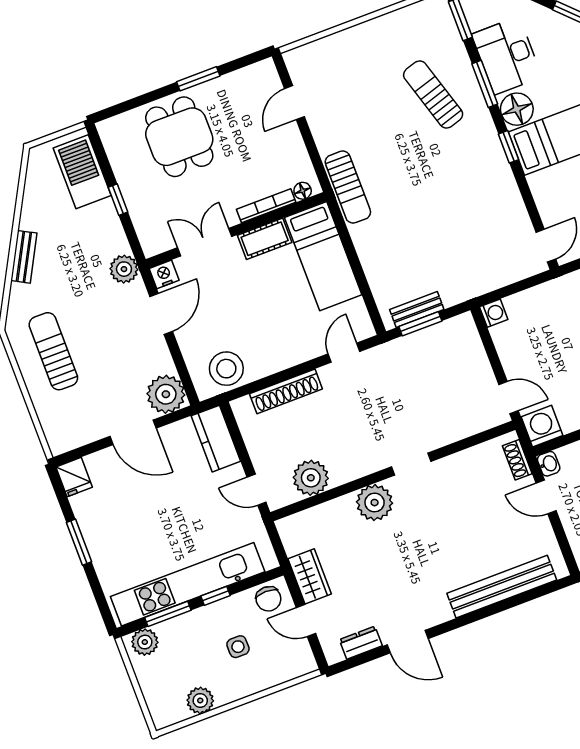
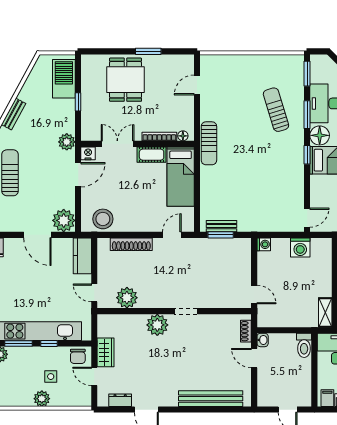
washing machine: (542, 426) -> (300, 247), moved, turned 180
plant: (200, 700) -> (42, 399), moved

